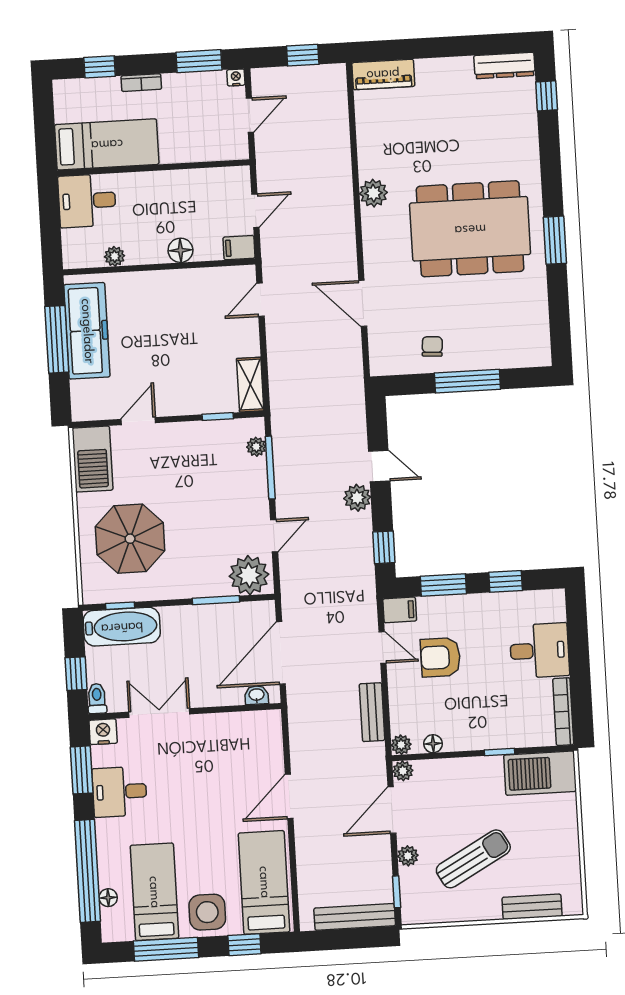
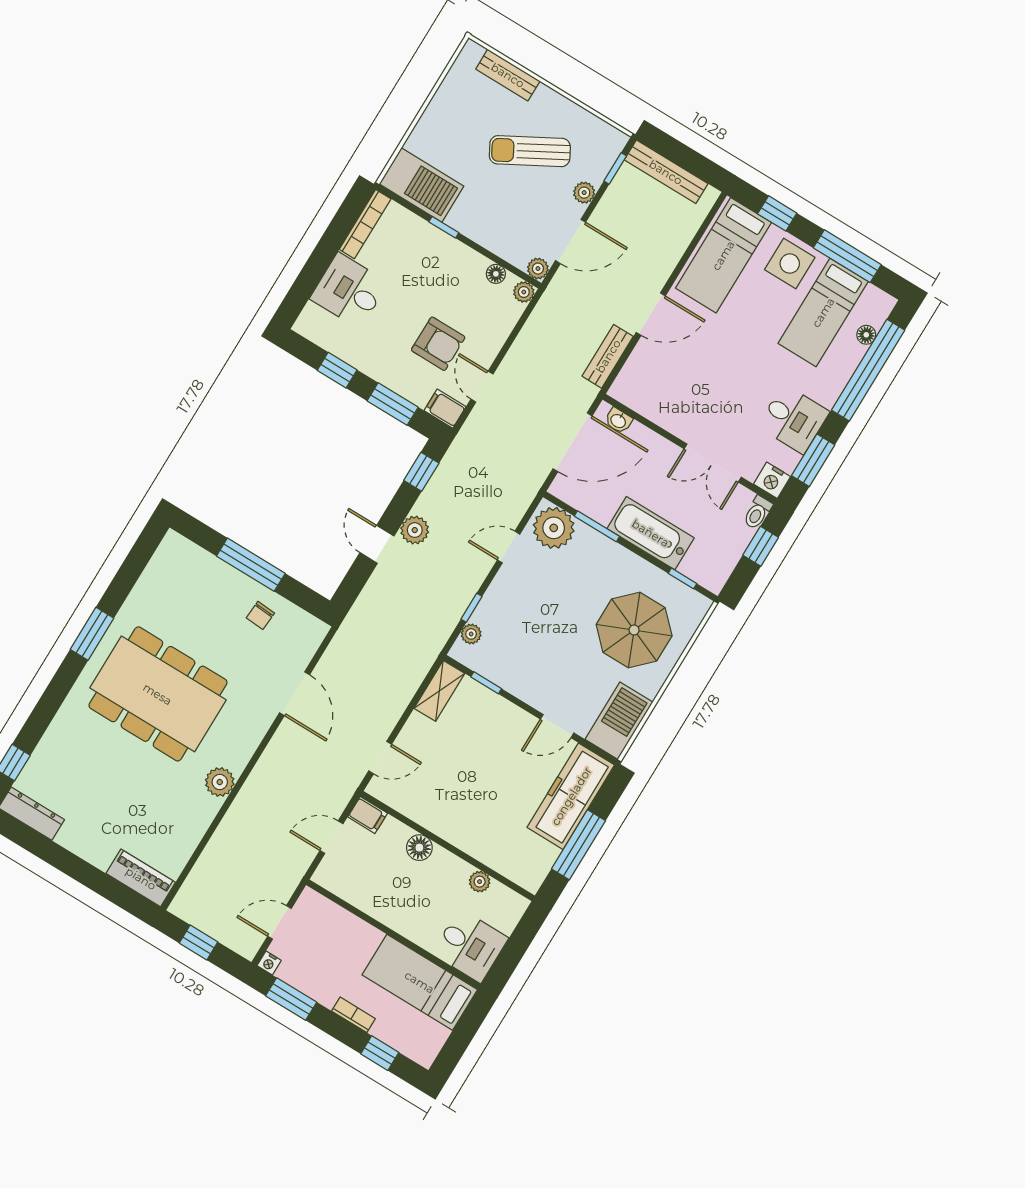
freezer: (87, 331) -> (571, 796), moved
window: (270, 468) -> (472, 608), width x0.46
bathtub: (122, 627) -> (651, 533), moved
bench: (372, 712) -> (608, 356), moved

